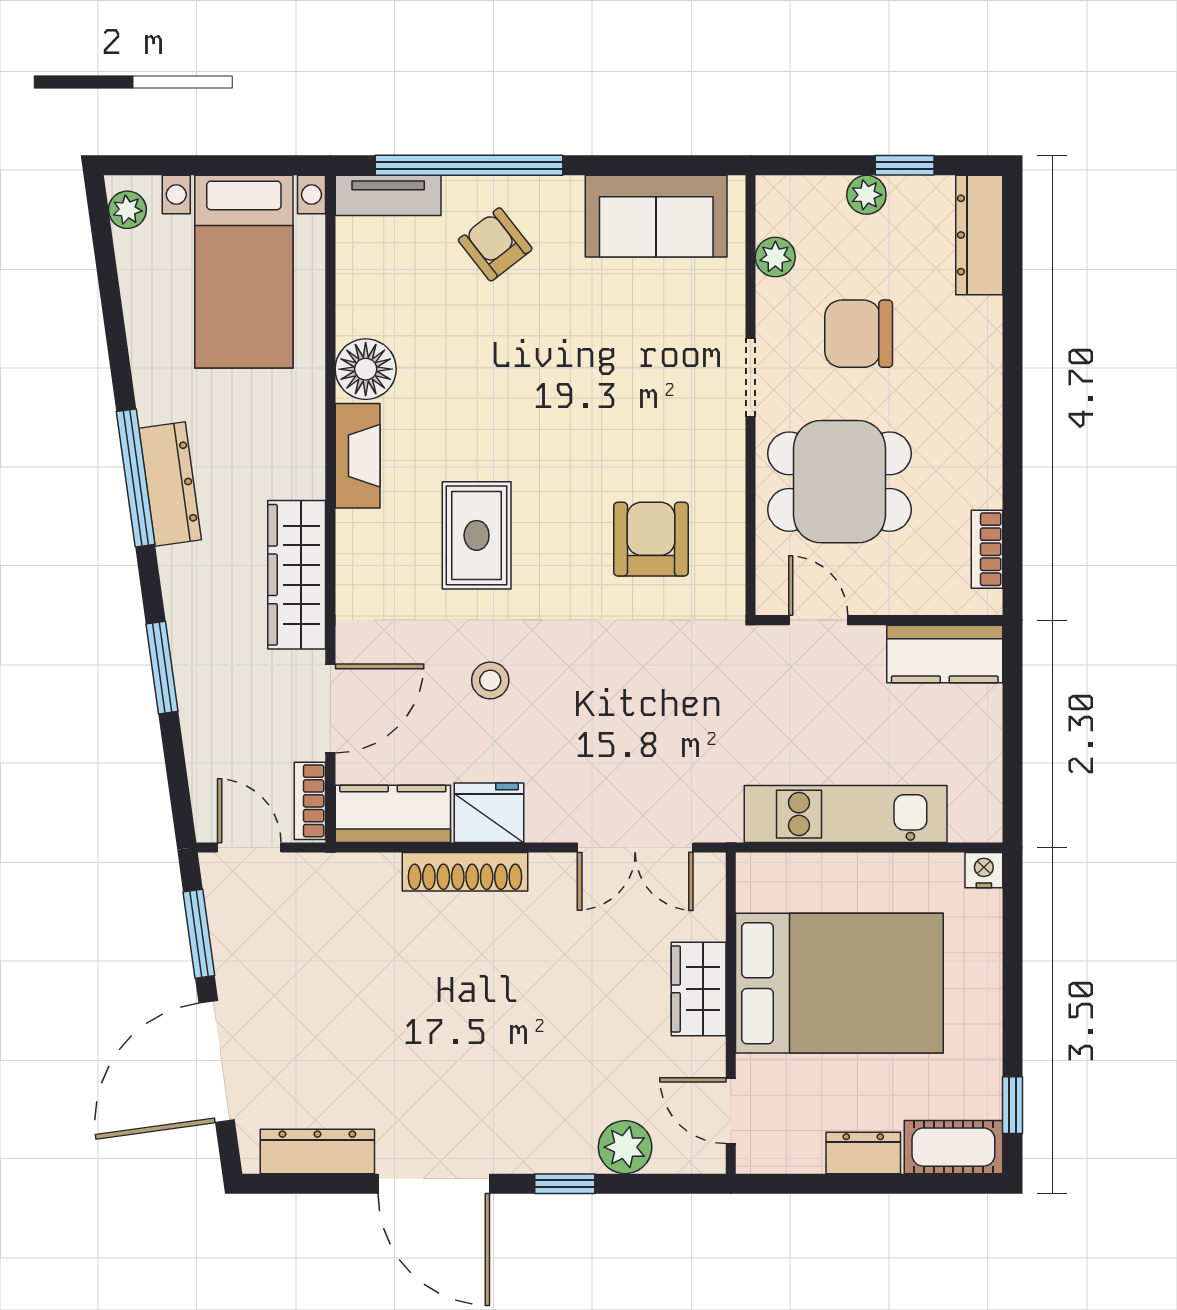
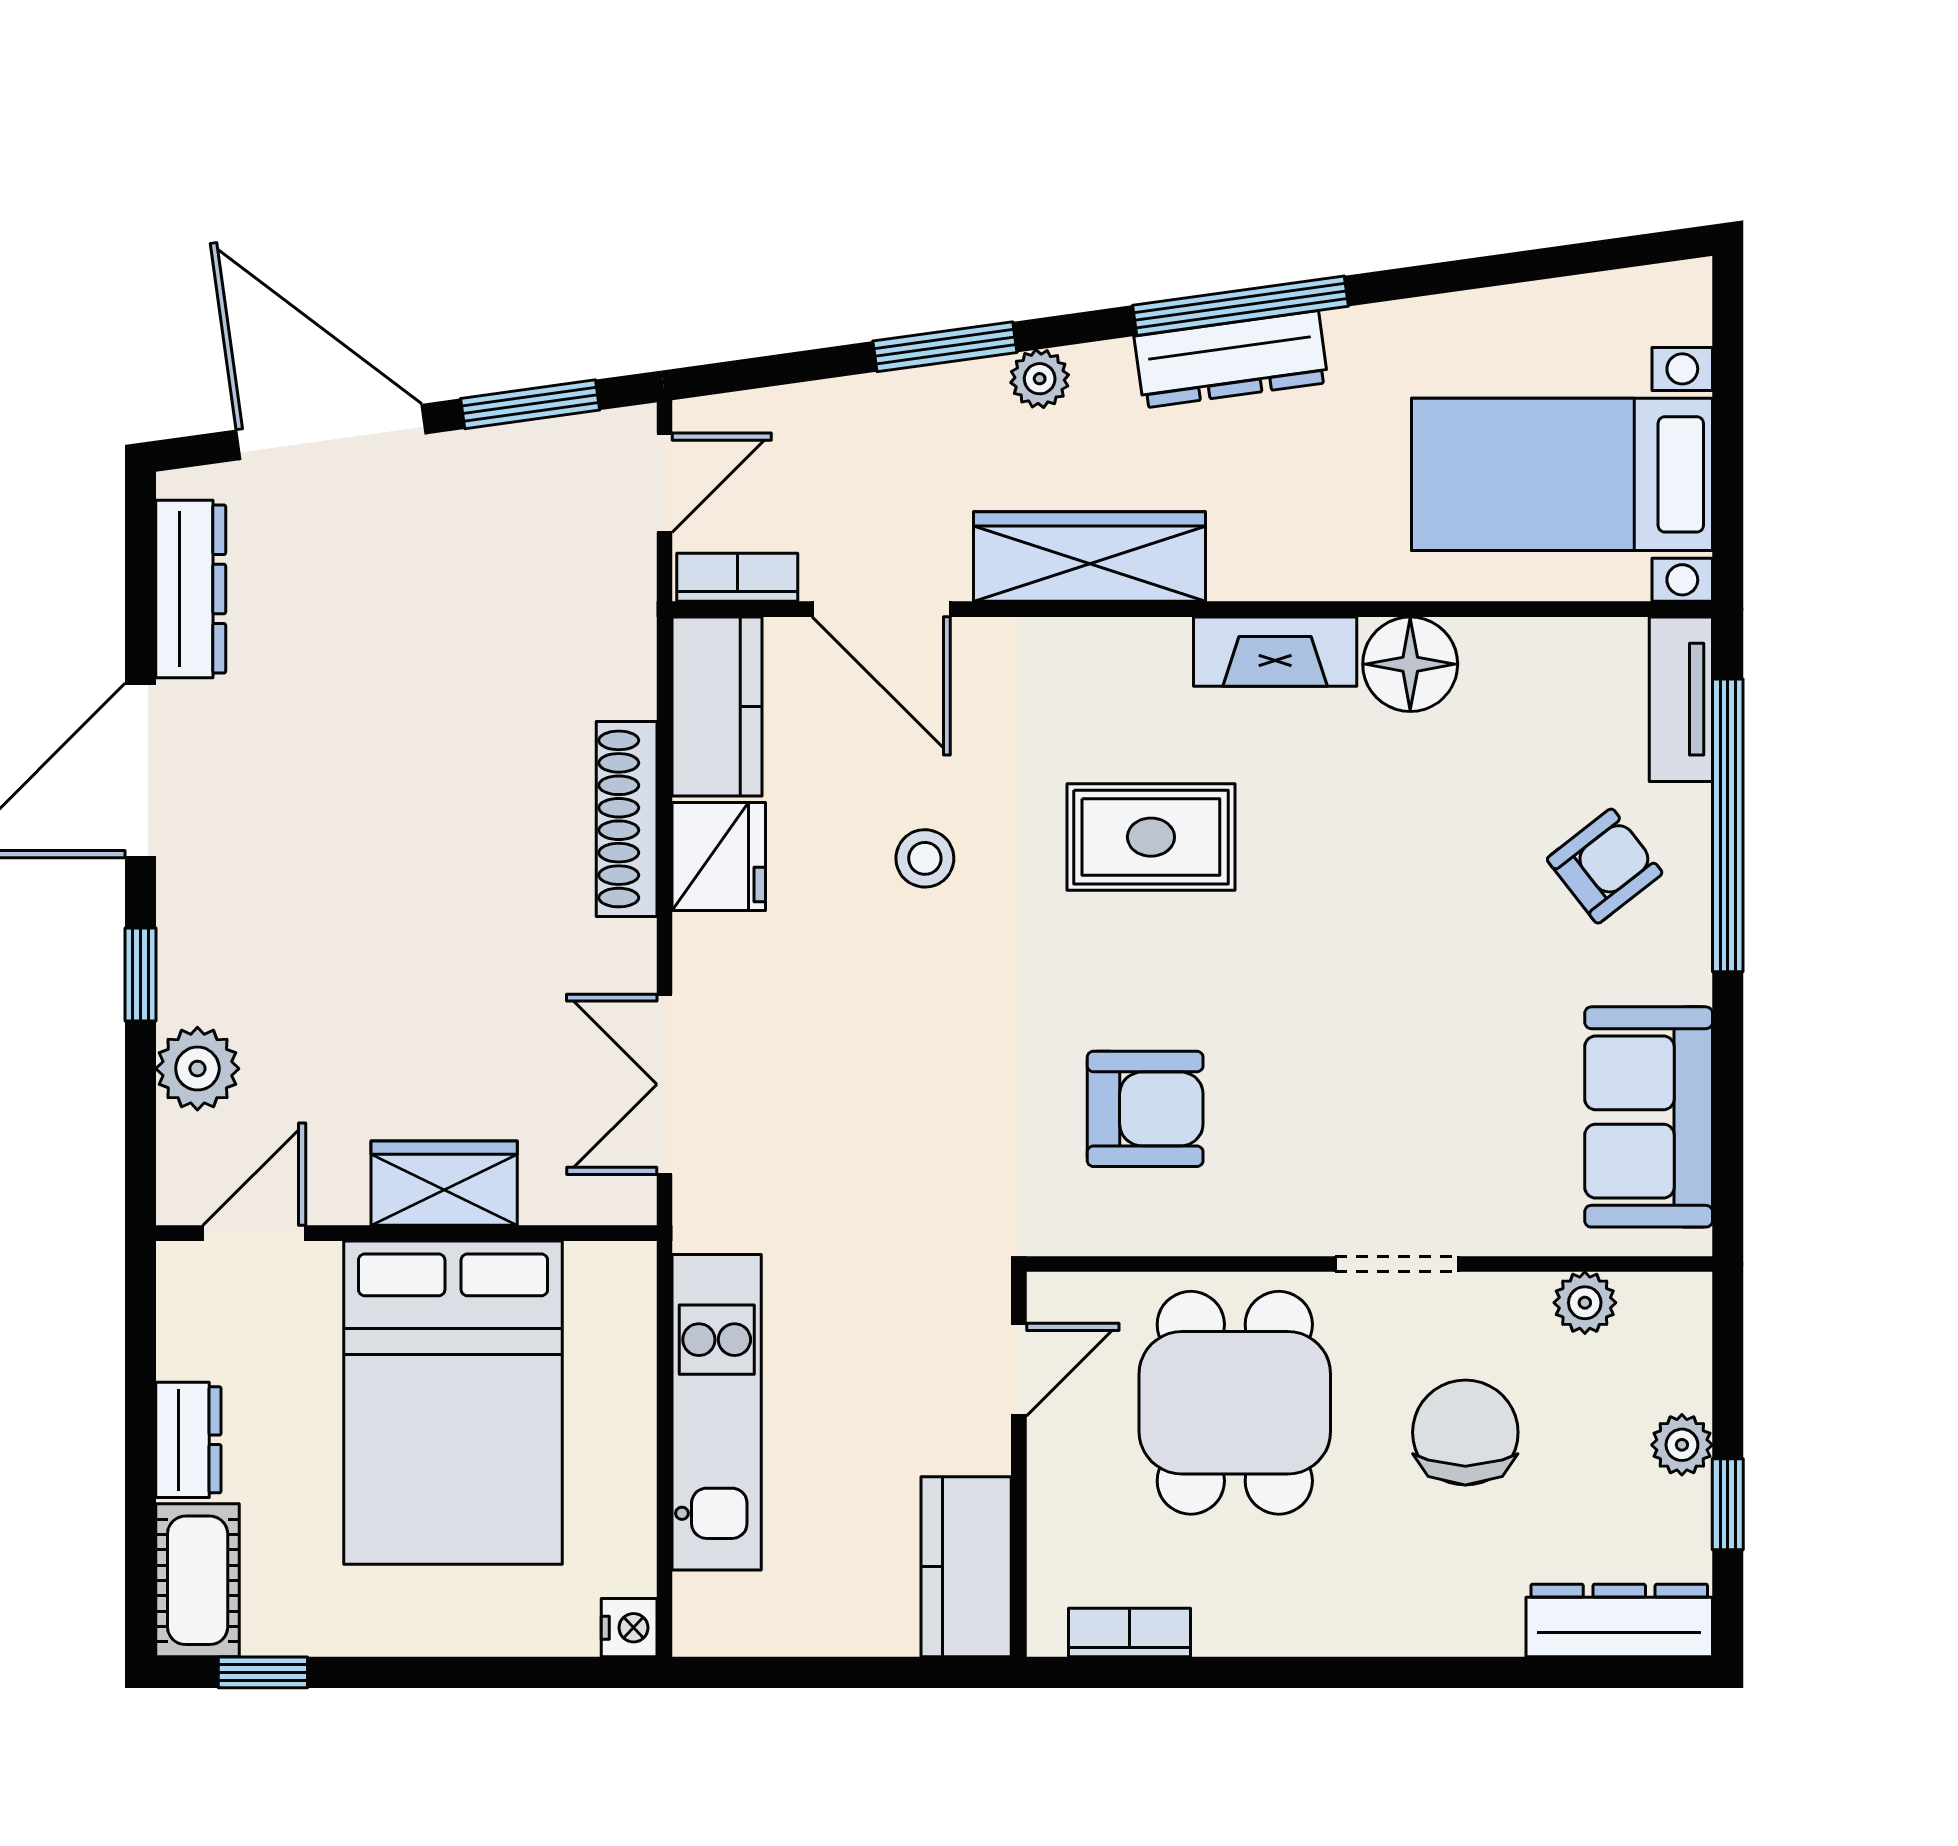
plant: (127, 210) -> (1040, 379), moved

